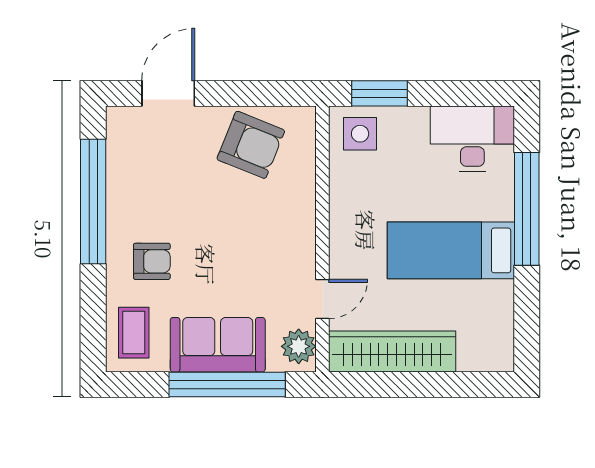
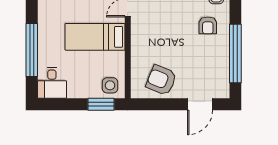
desk: (472, 139) -> (52, 83), width x0.73
bed: (451, 250) -> (95, 37), moved, turned 180
armchair: (152, 261) -> (208, 25), turned -90

